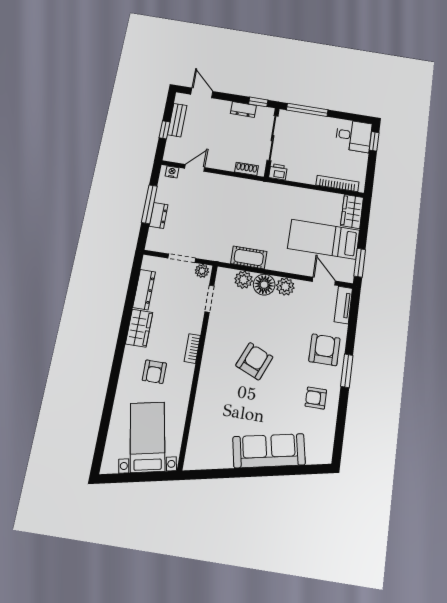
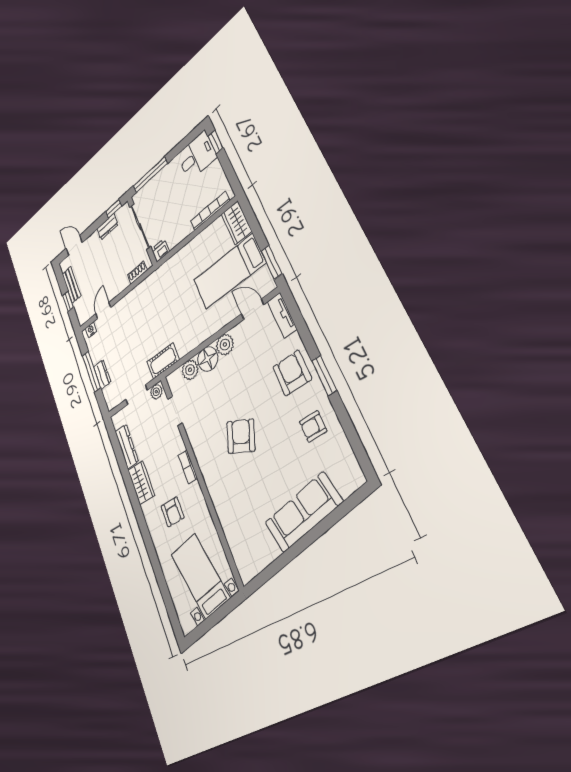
cot: (249, 257) -> (163, 361), moved

